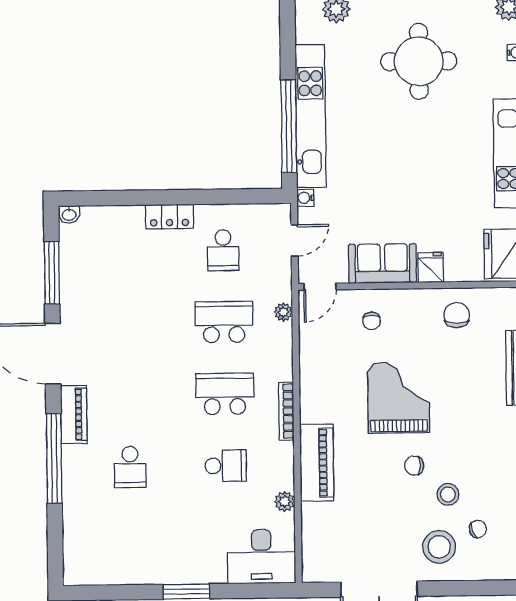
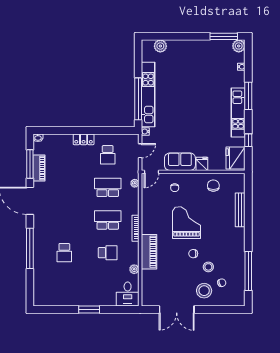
round table: (419, 61) -> (198, 70), removed
piano: (74, 414) -> (39, 168), moved
desk: (261, 557) -> (128, 294), width x0.73

